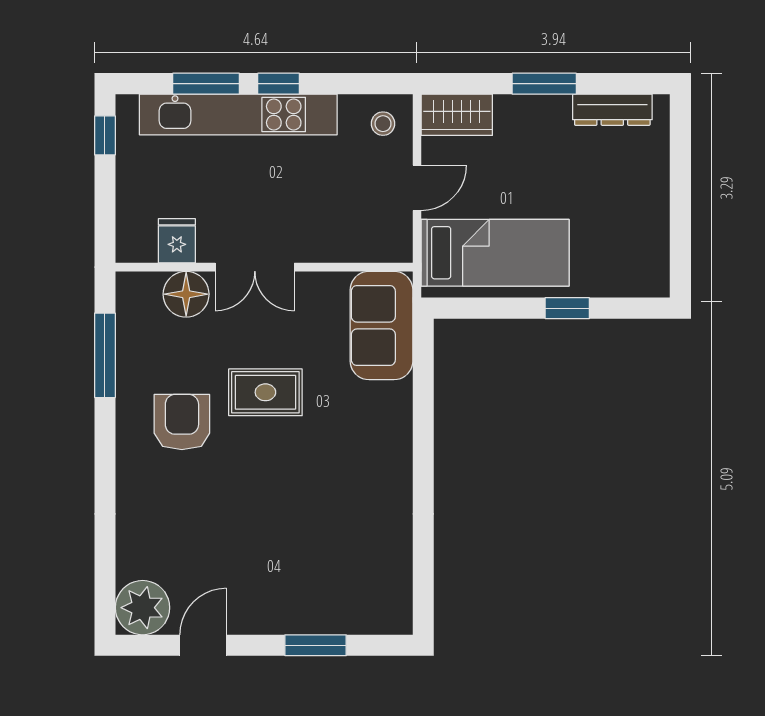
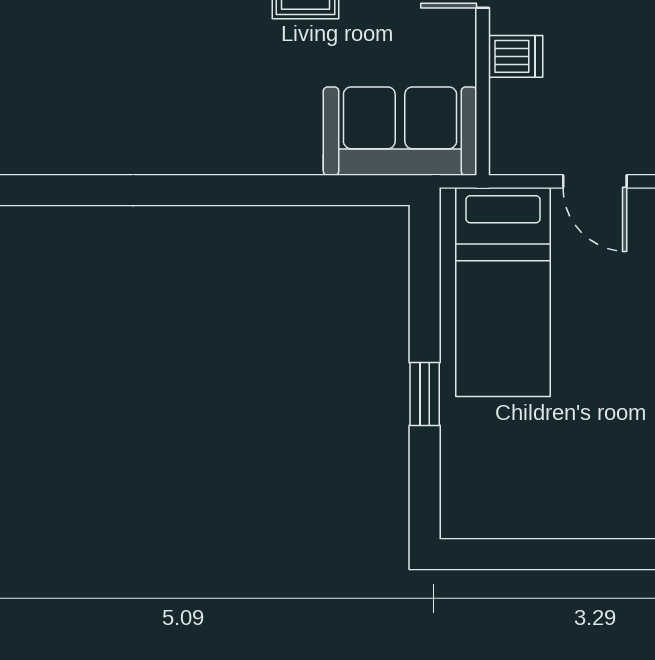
dishwasher: (329, 244) -> (516, 56), added

